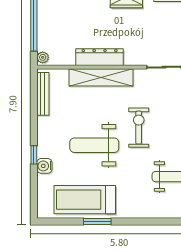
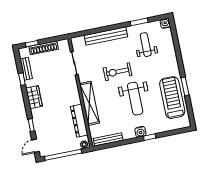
dresser: (100, 57) -> (79, 121), moved
water cooler: (44, 166) -> (140, 132), moved
treadmill: (85, 200) -> (172, 98), turned 180

